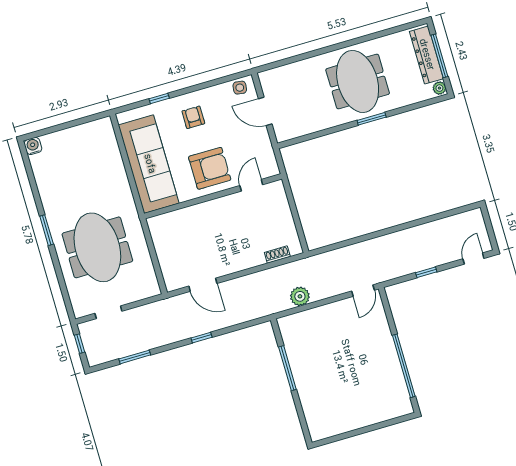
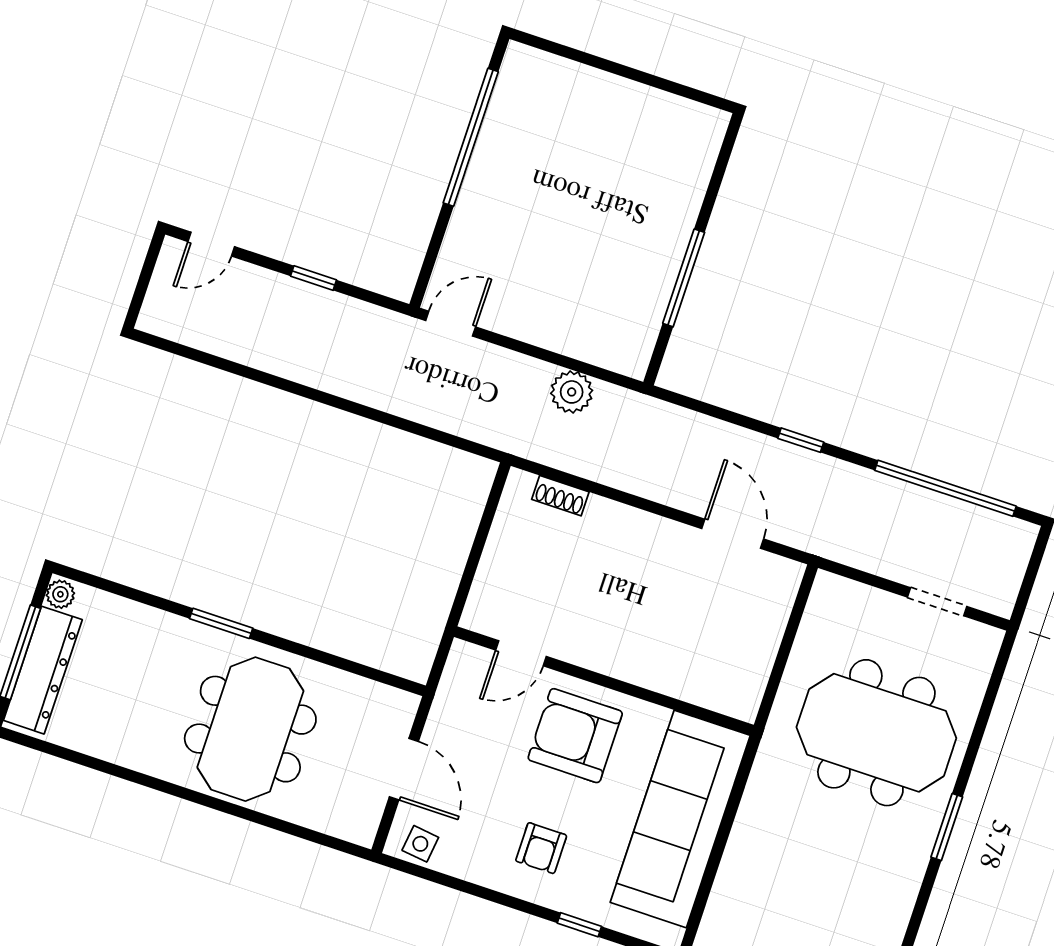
meeting table: (358, 81) -> (250, 729), moved
meeting table: (97, 247) -> (876, 733), turned 90
window: (80, 344) -> (1029, 581), removed
window: (135, 357) -> (945, 488), width x2.11

